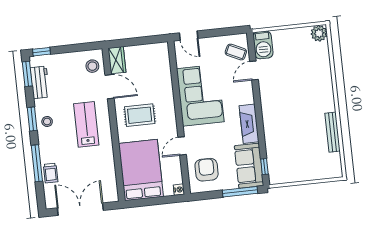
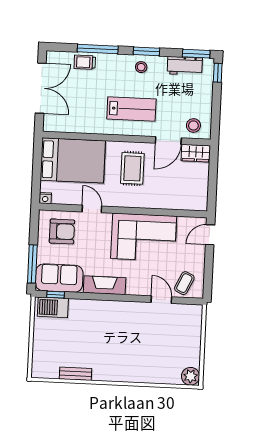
barbecue: (263, 45) -> (53, 307), moved
bench: (332, 132) -> (75, 374), width x0.73

